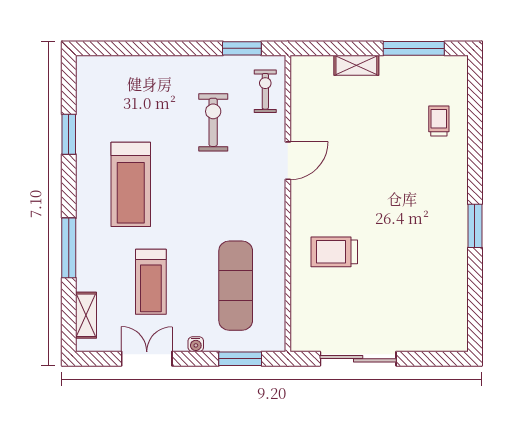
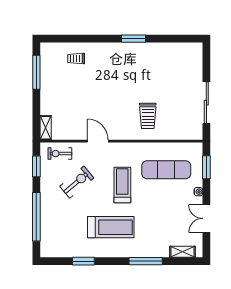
window: (150, 48) -> (36, 217), added
shelving: (356, 65) -> (46, 128), moved
exercise bike: (213, 122) -> (77, 182), turned 140
treadmill: (151, 282) -> (122, 185), moved, turned -90

